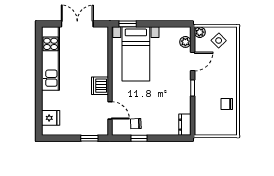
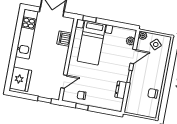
dishwasher: (100, 86) -> (64, 39), moved
door: (110, 110) -> (64, 82), hinge flipped
fridge: (51, 118) -> (21, 79), width x1.88, depth x1.34
dresser: (185, 125) -> (121, 90), moved

